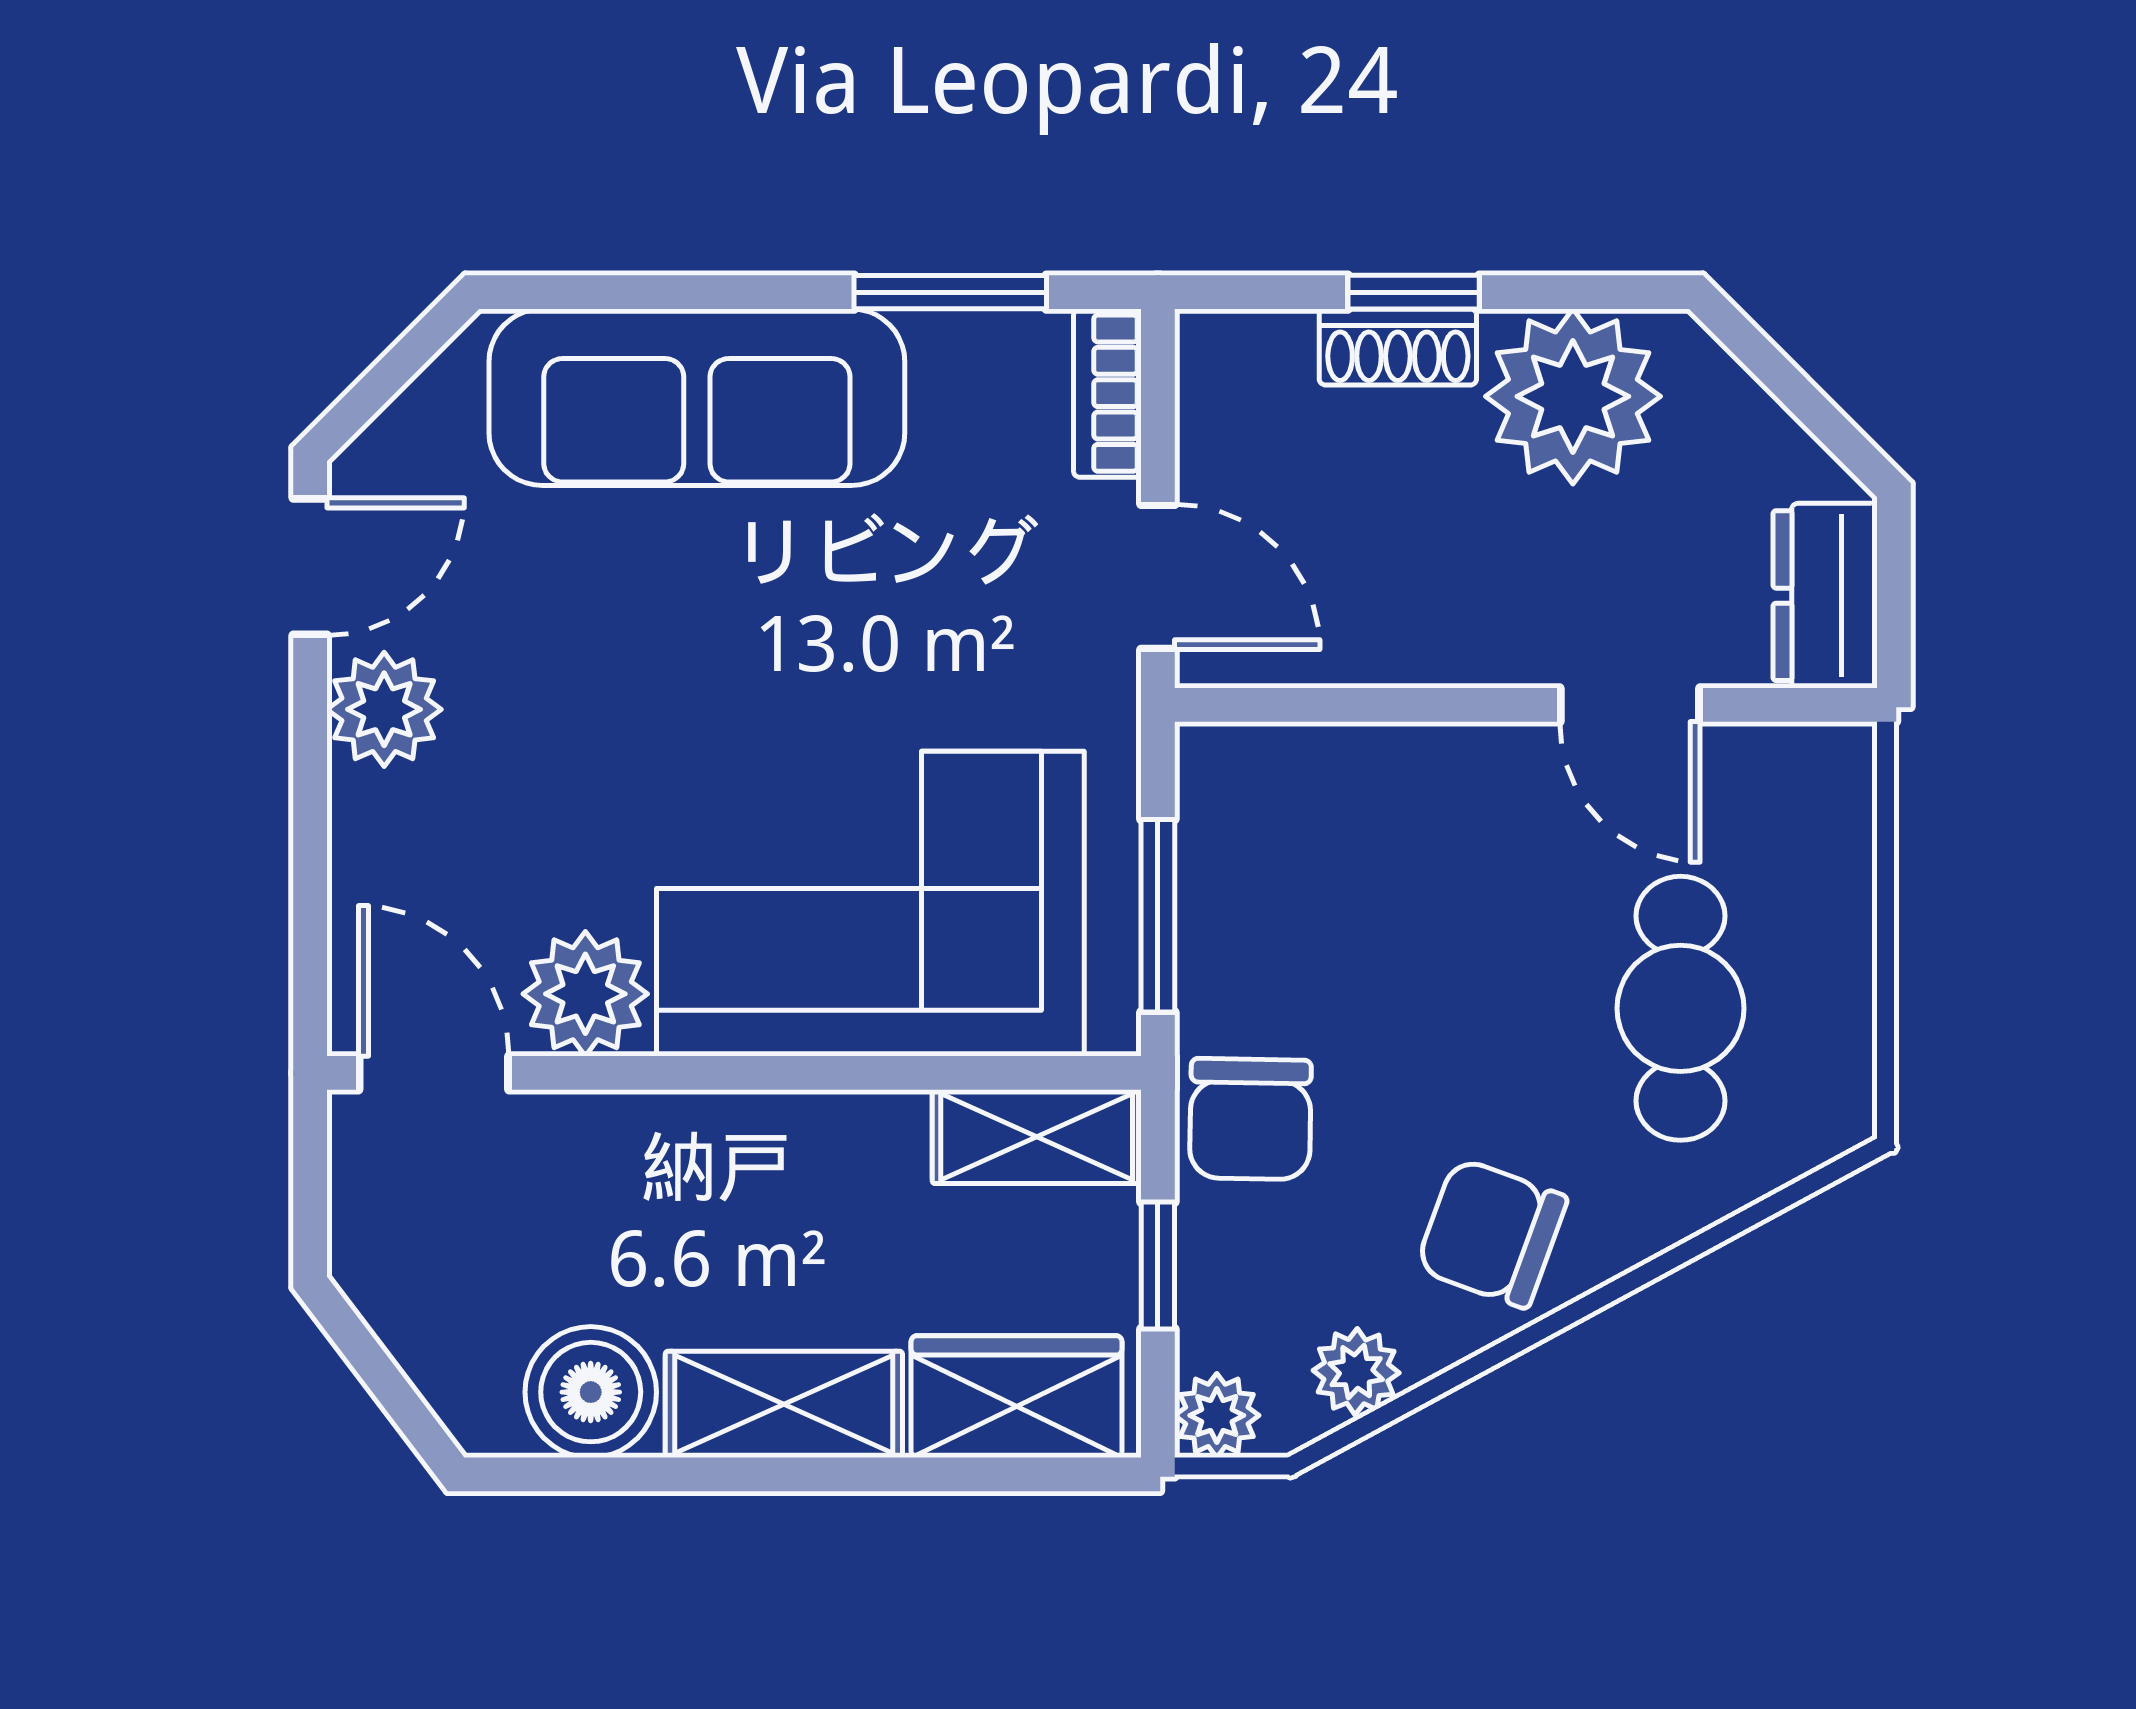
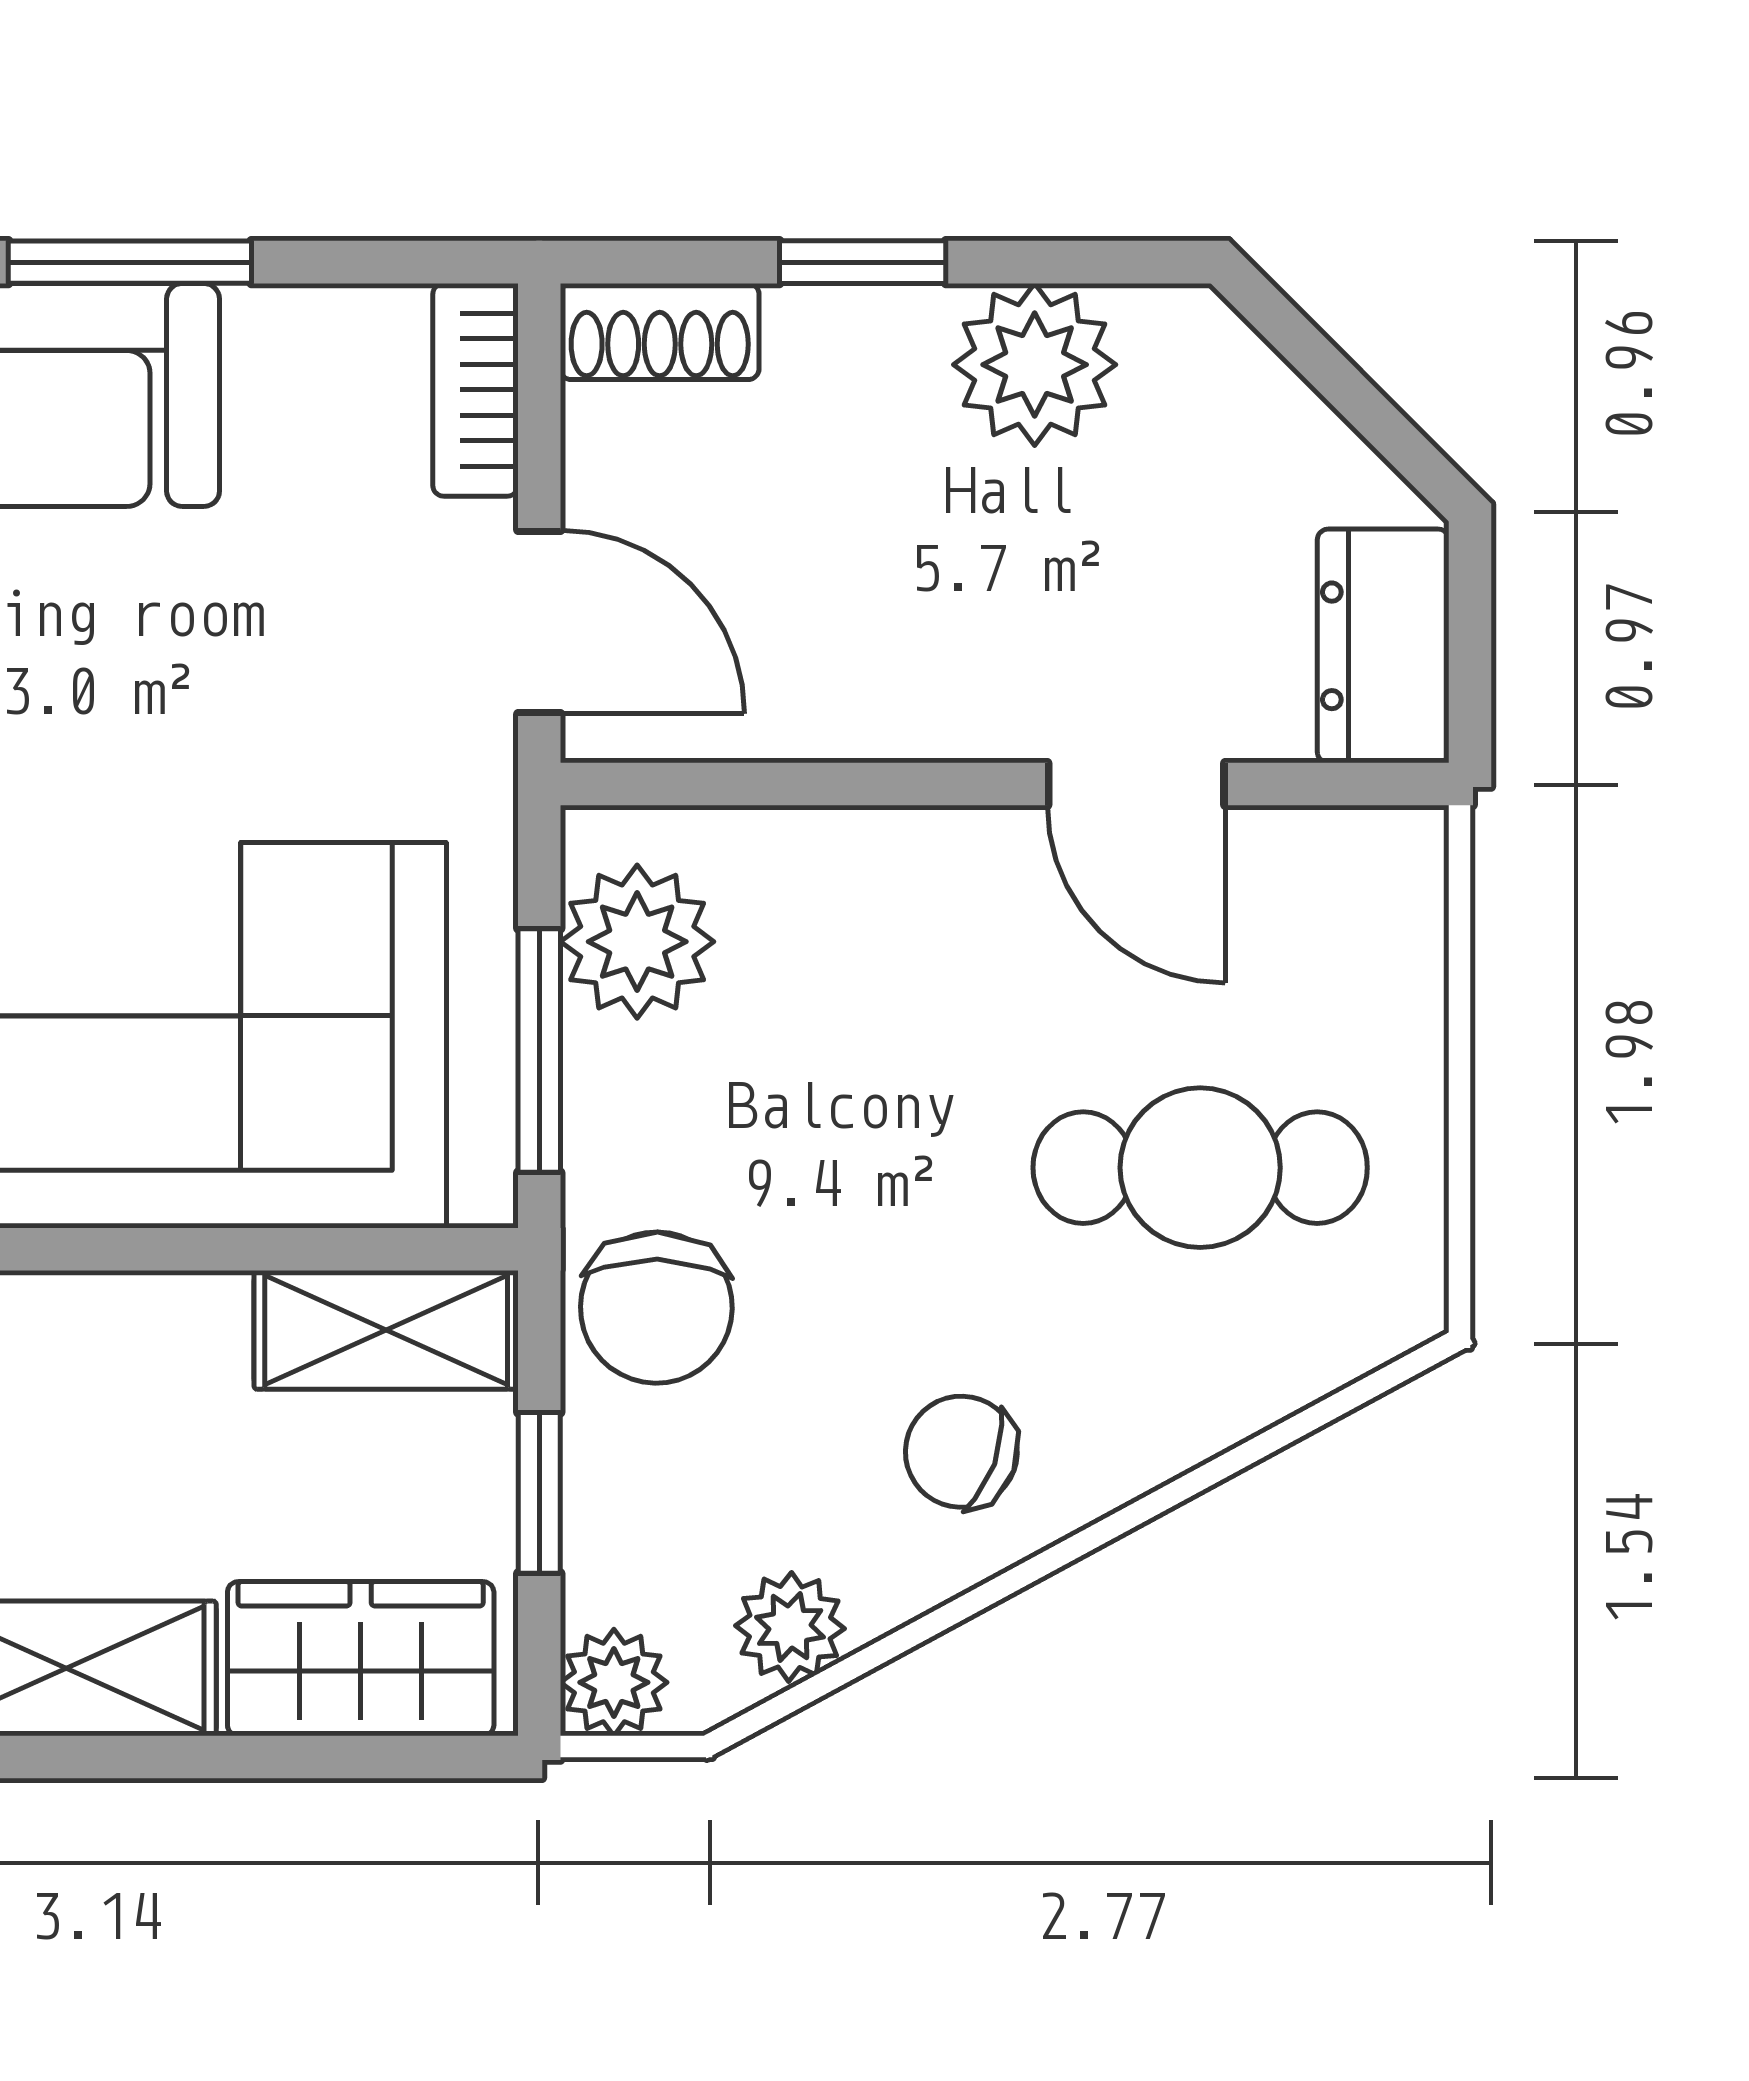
window: (950, 292) -> (130, 262), moved
shoe rack: (1398, 347) -> (660, 331), moved
plant: (1573, 396) -> (1035, 365), width x0.73, depth x0.73
plant: (1235, 830) -> (637, 942), added
cafe table: (1680, 1008) -> (1200, 1168), turned 90
chair: (1492, 1233) -> (961, 1452), width x0.73, depth x0.73

